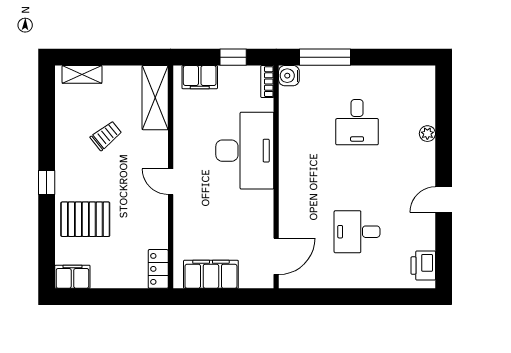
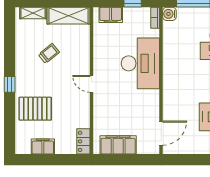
shelving: (155, 98) -> (68, 16), moved, turned 90
filing cabinet: (72, 277) -> (43, 146), moved

